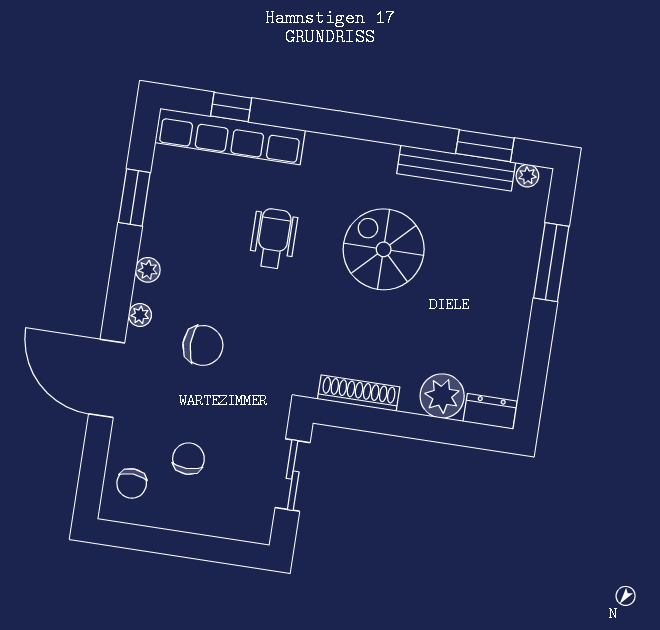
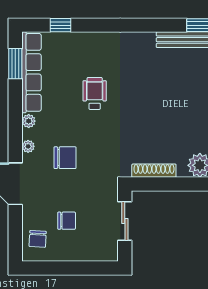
row of seats: (230, 136) -> (31, 72), moved, turned -90
window: (134, 198) -> (15, 64), moved
spiral stairs: (384, 249) -> (156, 90), removed
chair: (188, 459) -> (67, 221), turned 90

